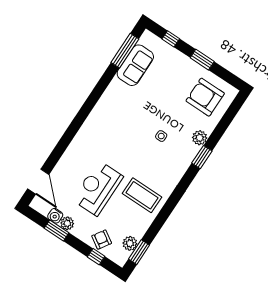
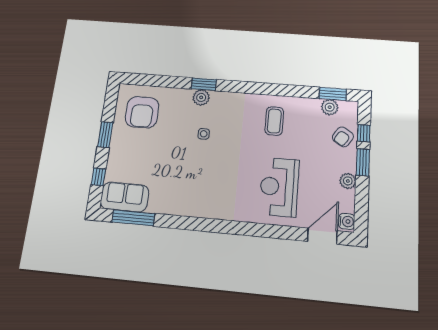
sofa: (135, 65) -> (125, 197), moved
plant: (200, 138) -> (201, 97), moved
reception desk: (98, 188) -> (279, 187), moved, turned 90
coffee table: (142, 195) -> (274, 121), width x0.73, depth x0.76
water cooler: (55, 216) -> (347, 221), moved
window: (57, 230) -> (363, 162), moved

